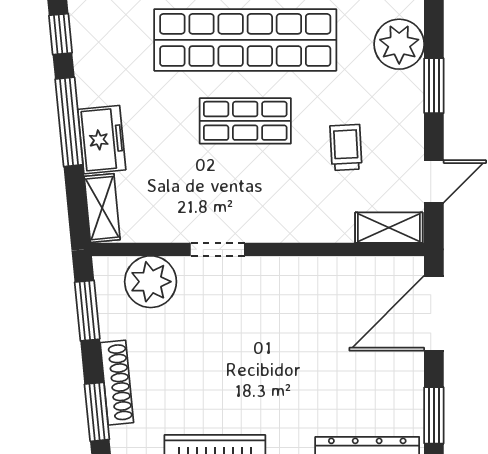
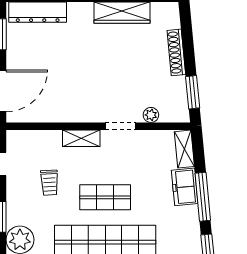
shelving: (389, 228) -> (81, 138), moved
plant: (151, 282) -> (151, 115), width x0.53, depth x0.53
window: (97, 412) -> (187, 36), removed

